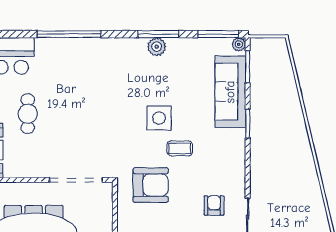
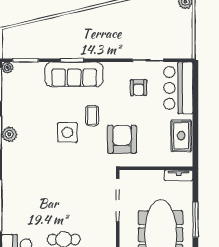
sofa: (230, 92) -> (74, 74), moved
armchair: (214, 205) -> (139, 88), turned -90

